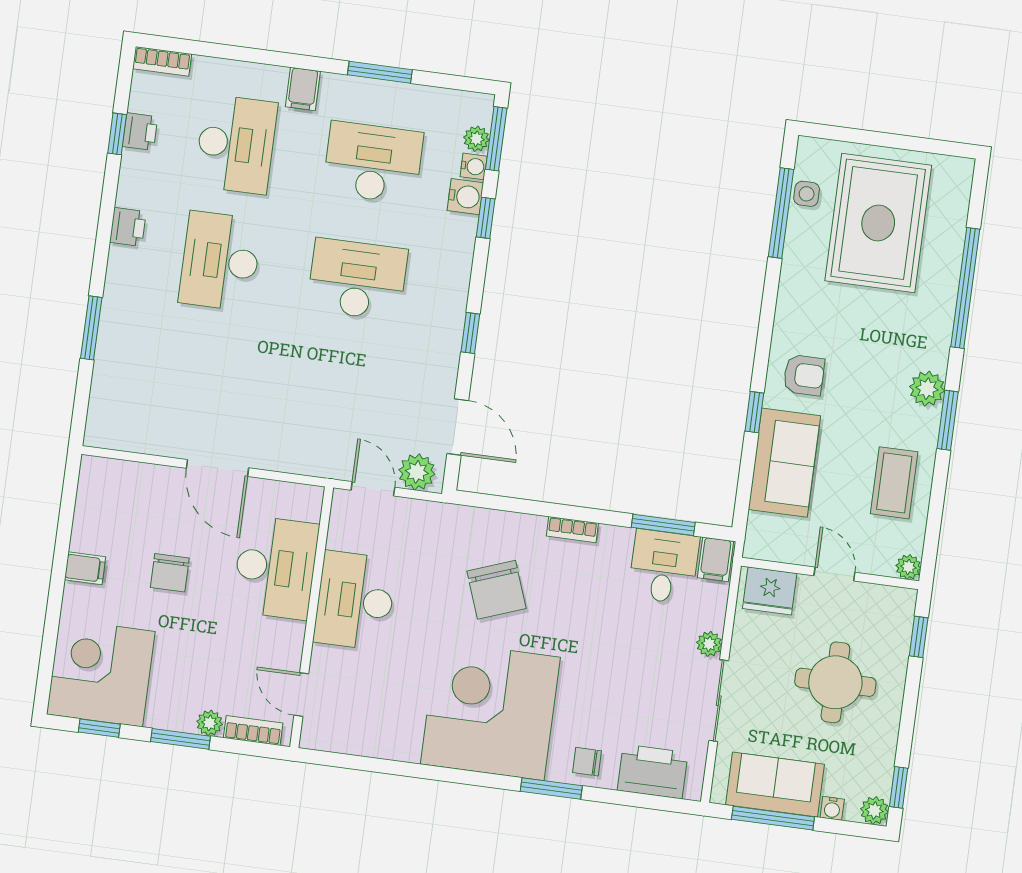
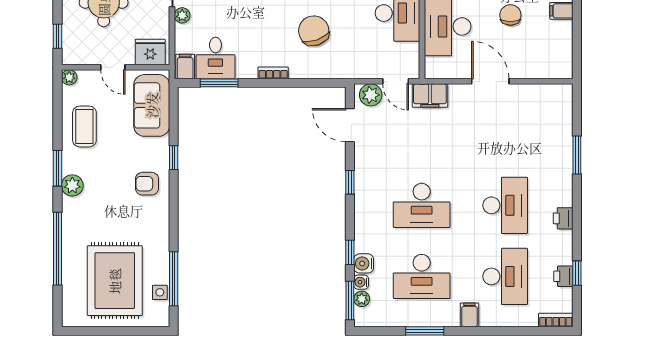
desk: (236, 144) -> (505, 276), turned 180
filing cabinet: (320, 458) -> (430, 95), added
sofa: (784, 463) -> (152, 105), moved

